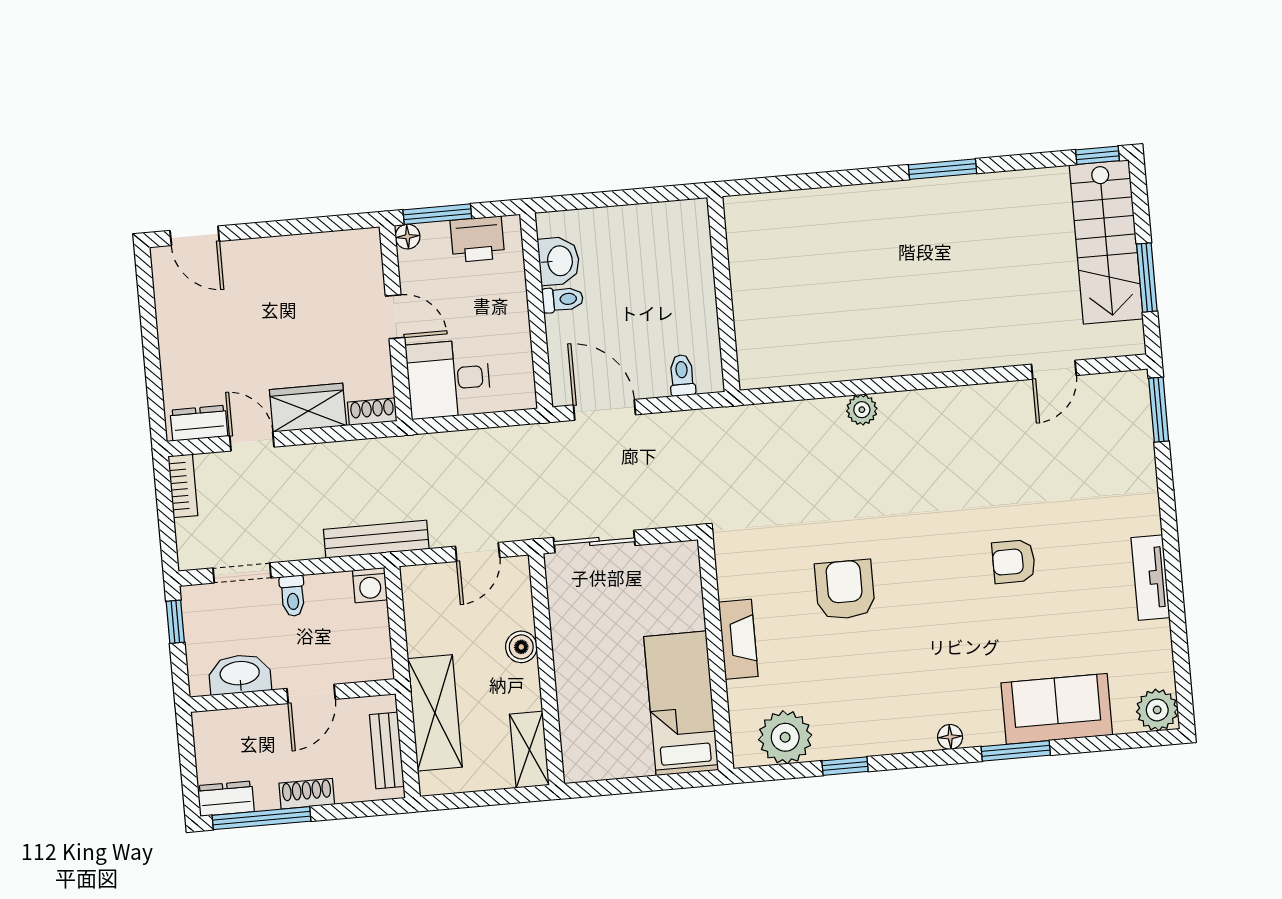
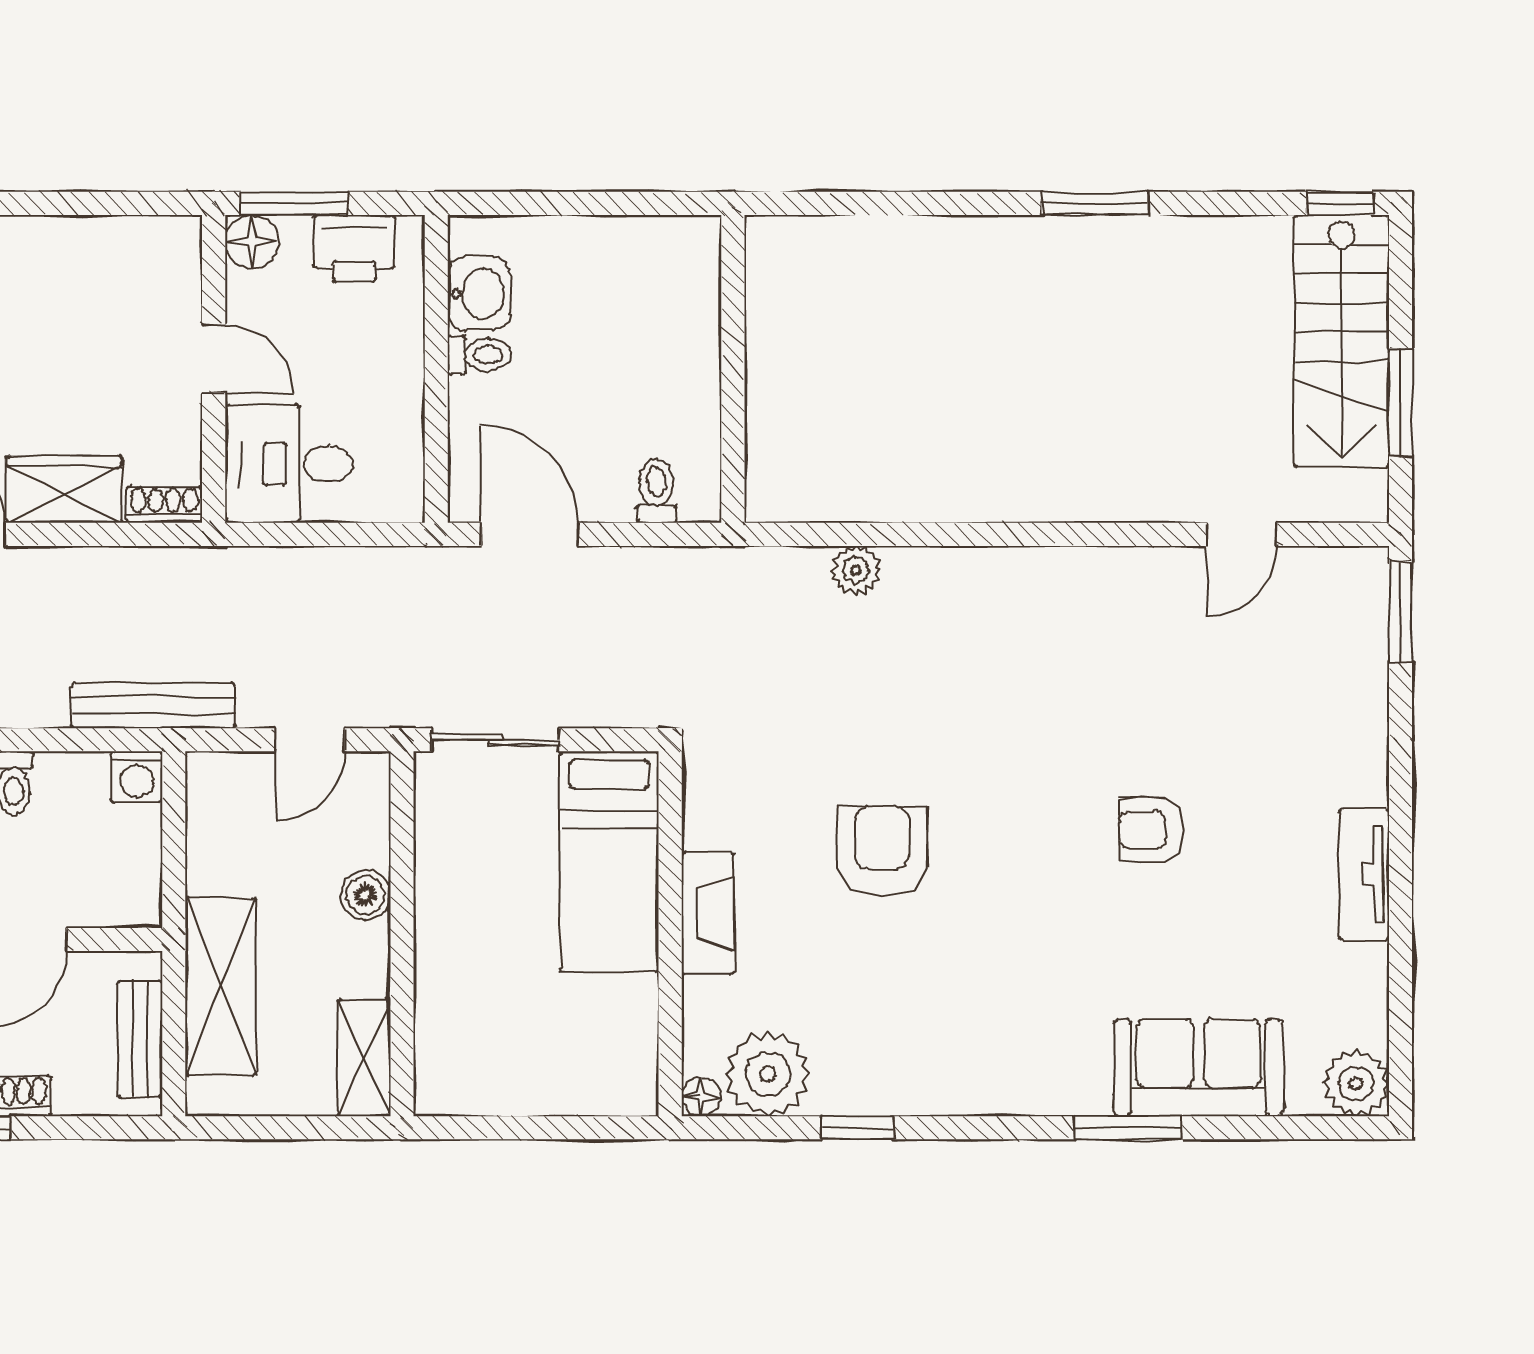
floor lamp: (408, 237) -> (252, 242), width x1.37, depth x1.37
plant: (862, 410) -> (856, 570), moved
bed: (681, 703) -> (609, 861), moved, turned 180
floor lamp: (950, 737) -> (701, 1097), moved

